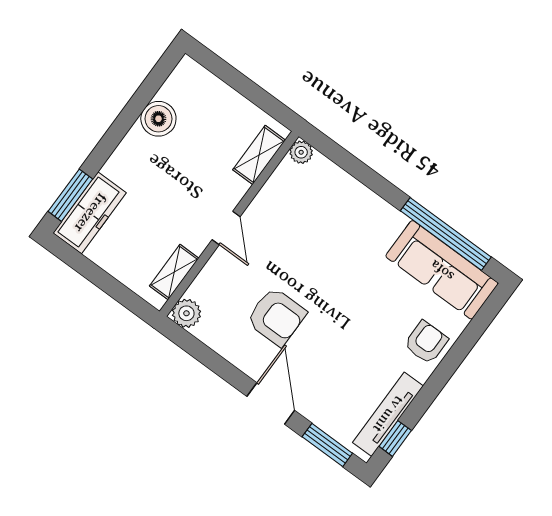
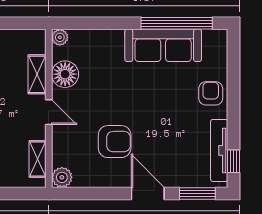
shelving: (259, 155) -> (37, 74), moved
floor lamp: (276, 199) -> (65, 74), added
sofa: (442, 270) -> (163, 45), moved

